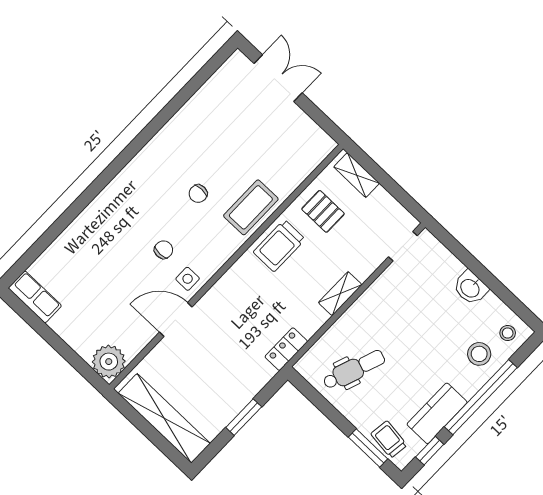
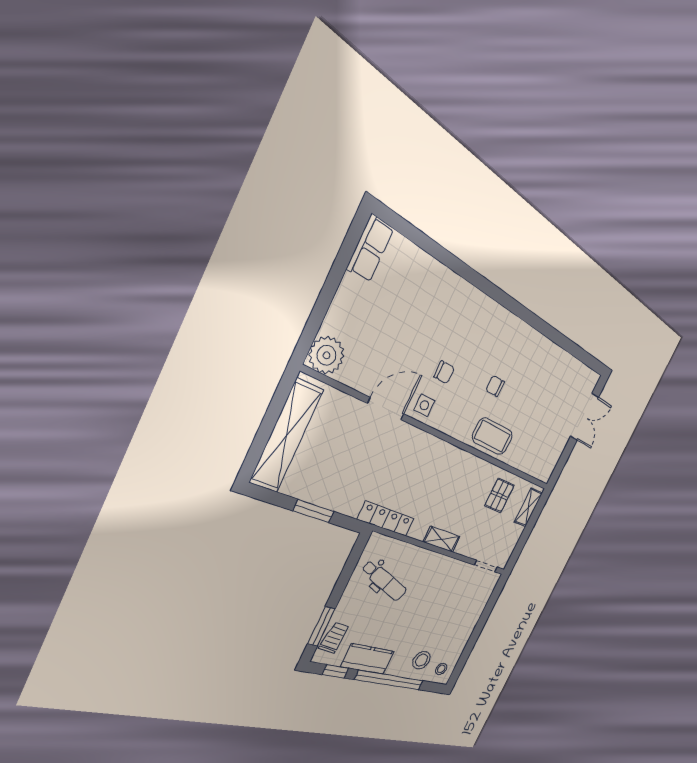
trolley: (279, 246) -> (468, 473), removed
washbasin: (470, 288) -> (467, 627), removed
door: (176, 319) -> (386, 409), hinge flipped
locker: (286, 349) -> (386, 519), width x1.53

